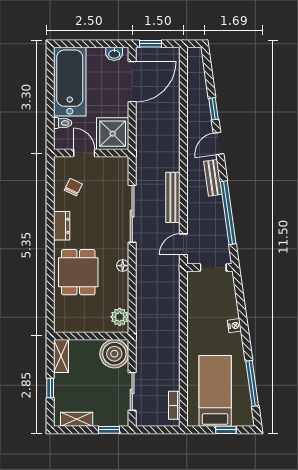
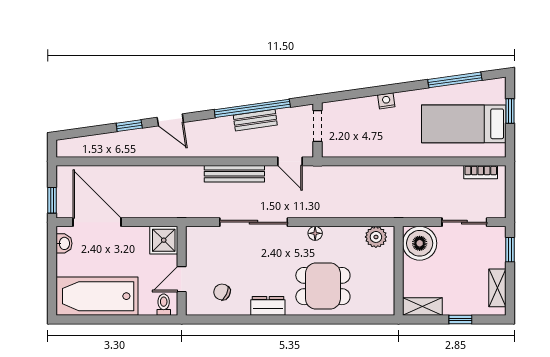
toilet: (63, 123) -> (164, 305), moved
shower: (113, 134) -> (164, 240), width x0.73, depth x0.73
bench: (213, 178) -> (255, 120), moved

